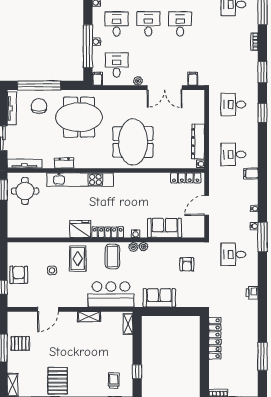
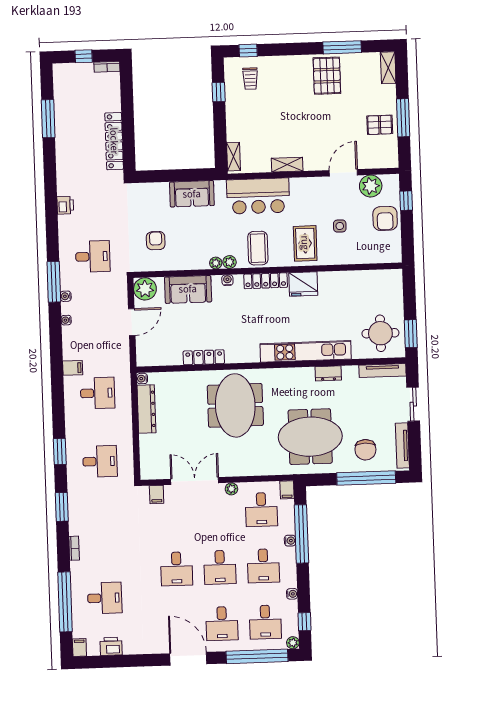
locker: (186, 178) -> (204, 357), moved
plant: (196, 229) -> (145, 289), added
plant: (28, 299) -> (371, 186), added

